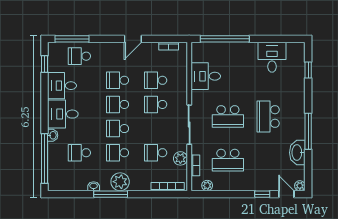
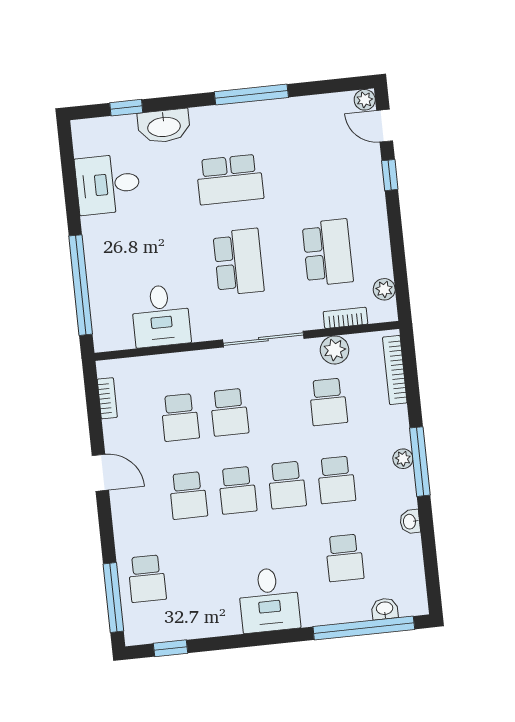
desk: (62, 86) -> (211, 608), removed
washbasin: (53, 135) -> (385, 609), moved
washbasin: (297, 153) -> (164, 126), moved
plant: (120, 182) -> (403, 459), width x0.53, depth x0.53
window: (111, 194) -> (420, 462), moved
door: (286, 194) -> (385, 126), hinge flipped

